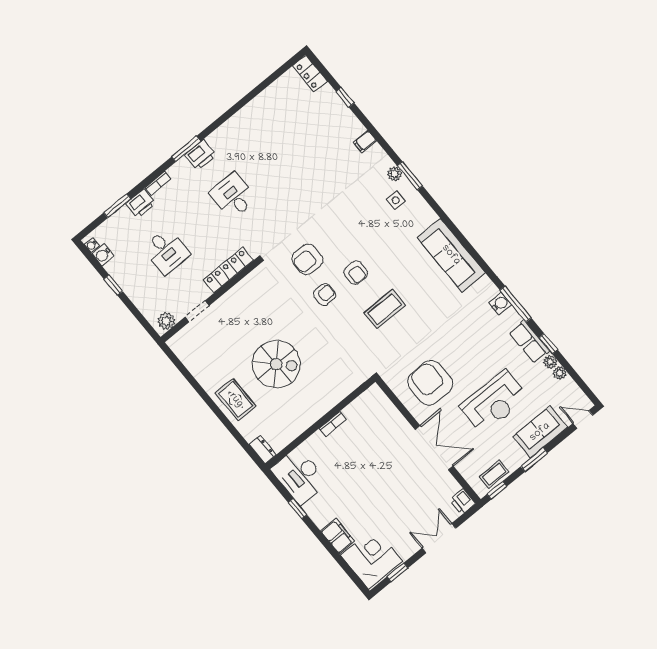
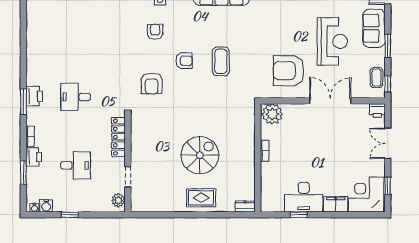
armchair: (325, 295) -> (155, 32), moved
plant: (375, 402) -> (272, 114), added
desk: (299, 476) -> (304, 197), moved

